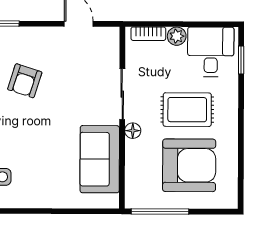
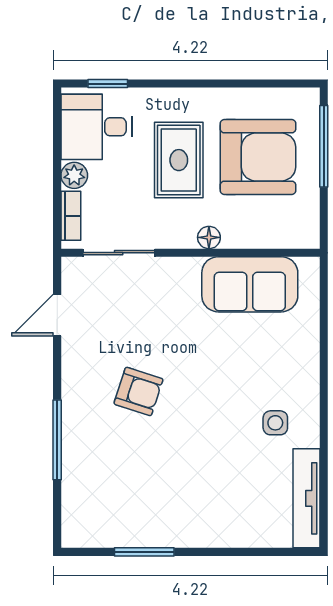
sliding door: (122, 94) -> (119, 253), moved
armchair: (189, 165) -> (258, 157), turned 90
window: (160, 211) -> (324, 146), moved

